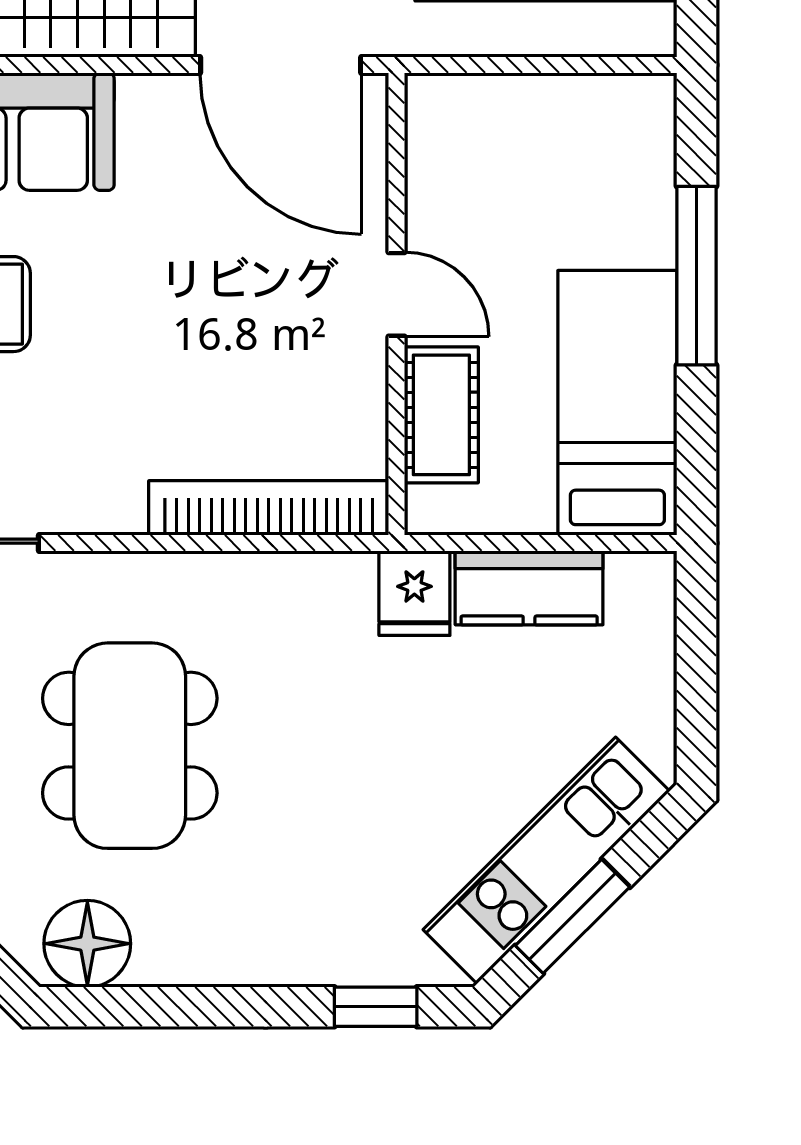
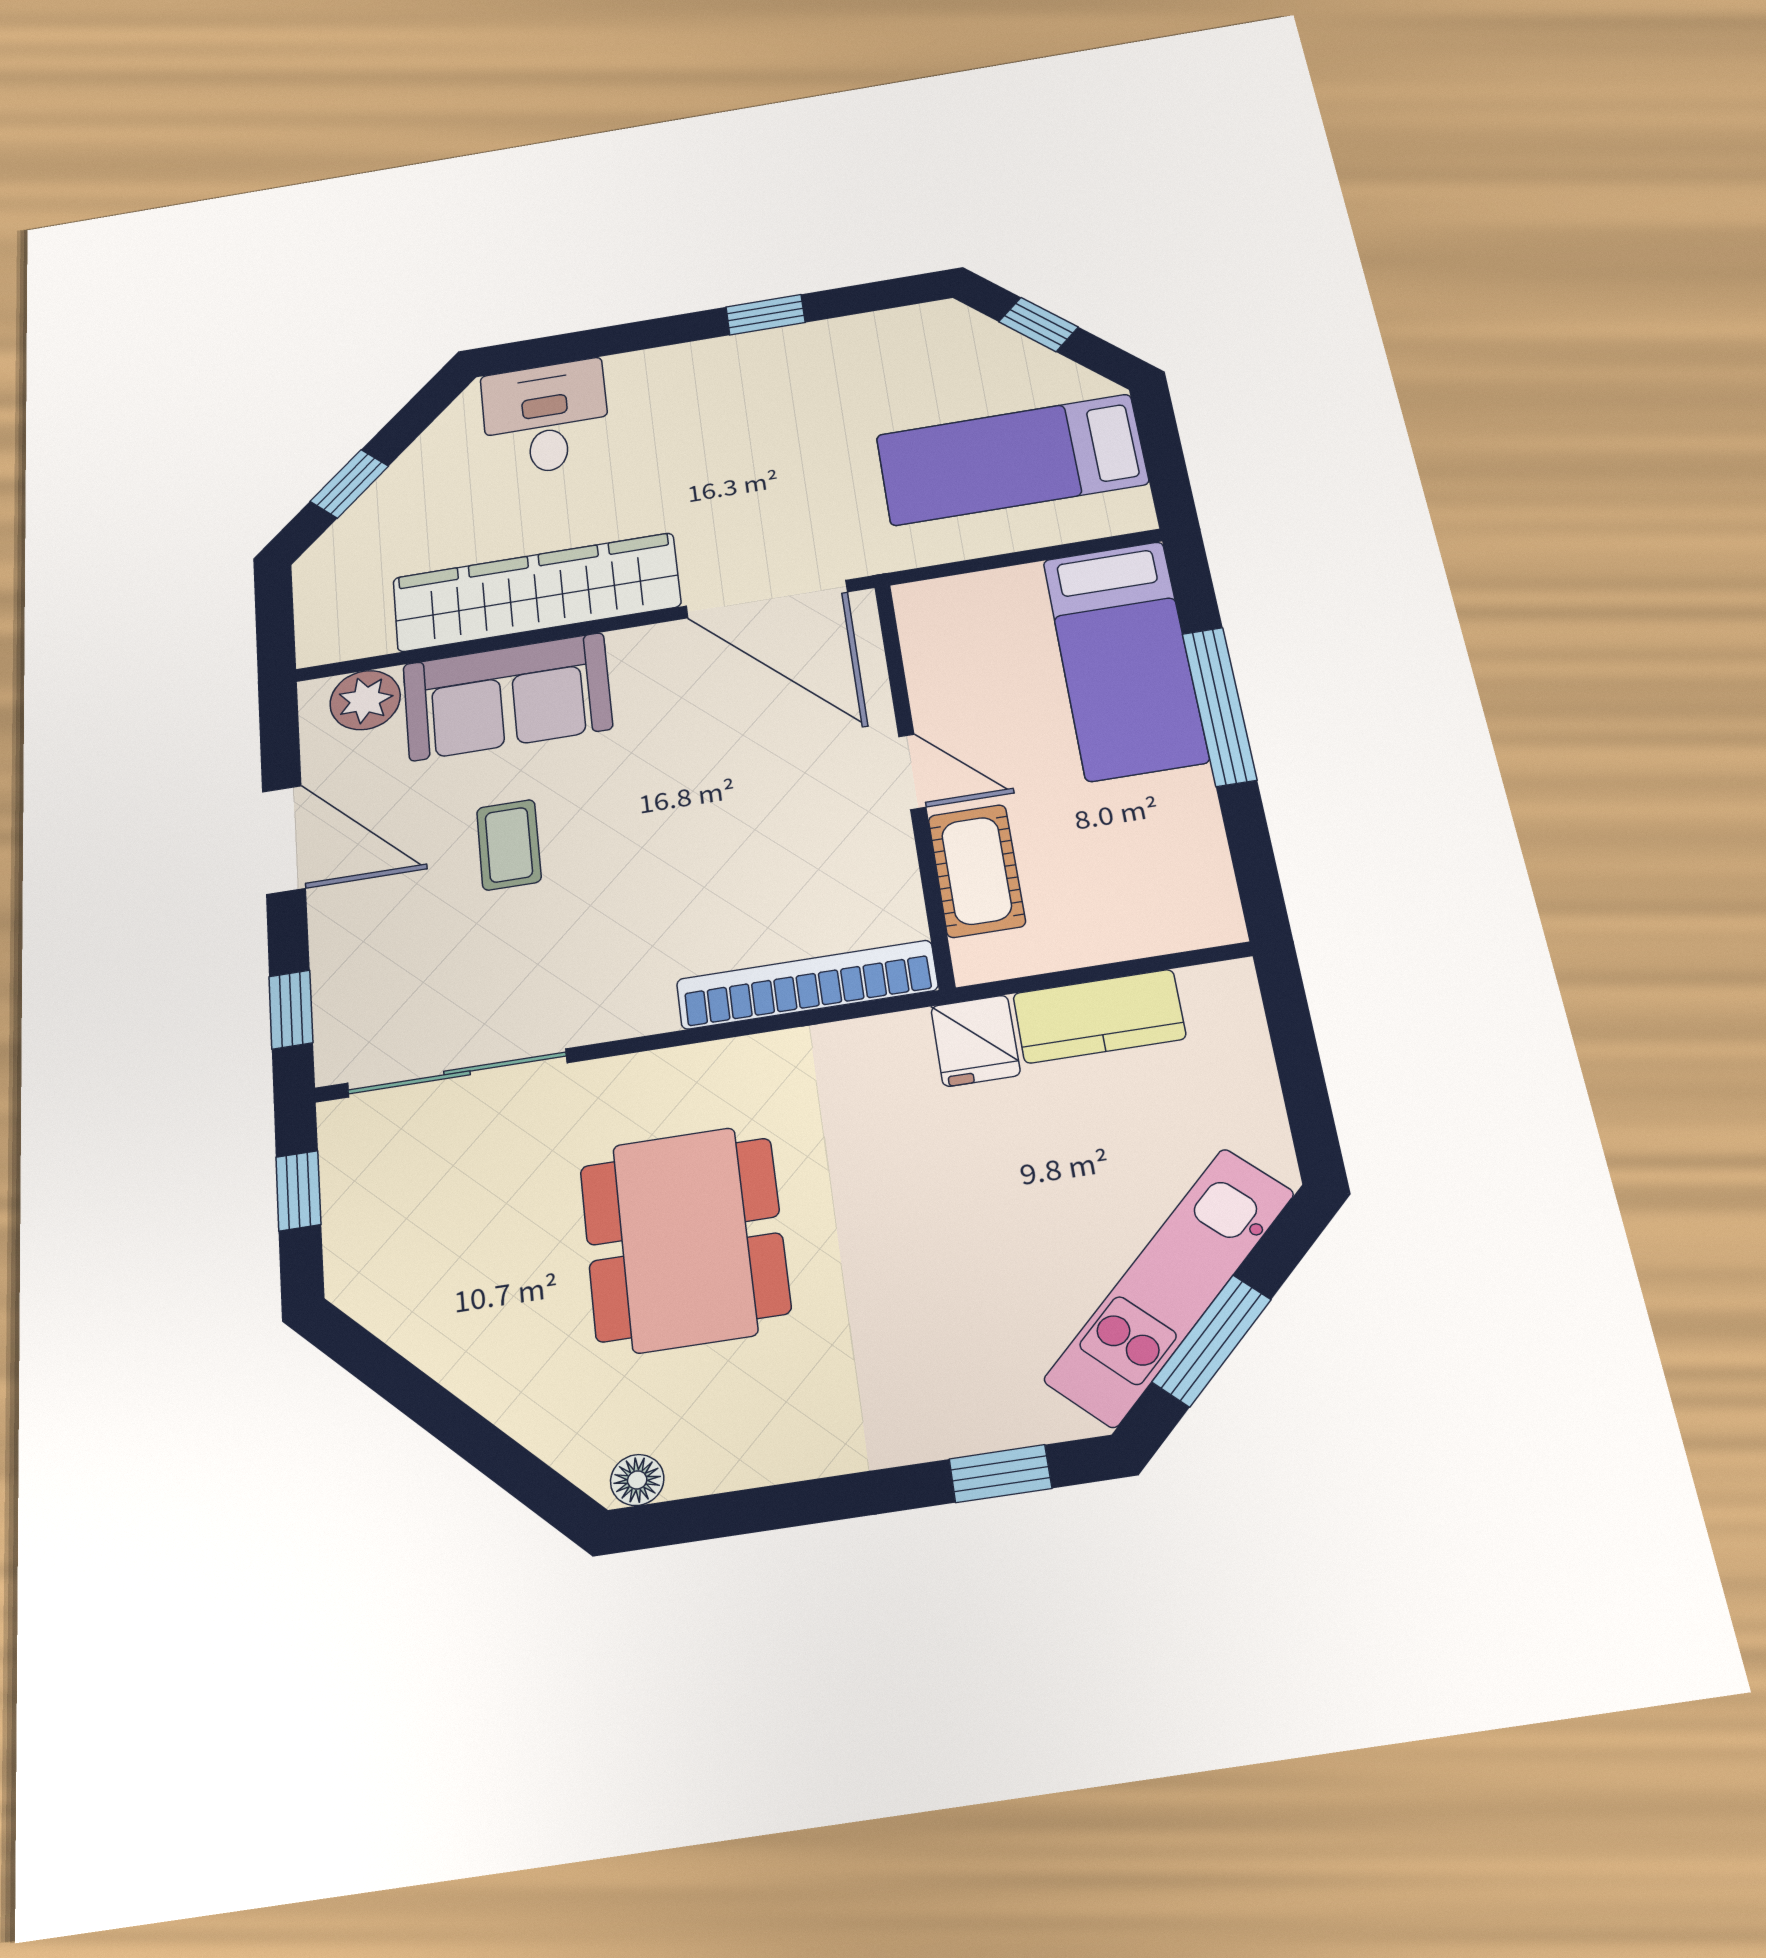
bed: (617, 403) -> (1125, 659), moved, turned 180
floor lamp: (87, 944) -> (637, 1480), width x0.53, depth x0.53

